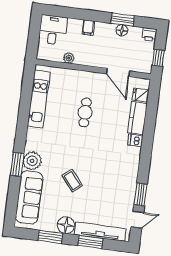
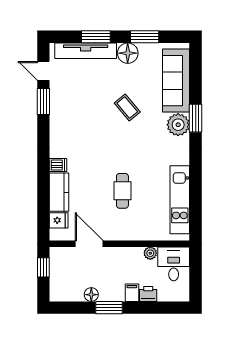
window: (123, 19) -> (109, 308), moved
desk: (53, 30) -> (174, 264), moved, turned 180
printer: (149, 34) -> (148, 294), moved
door: (137, 220) -> (43, 71), hinge flipped

